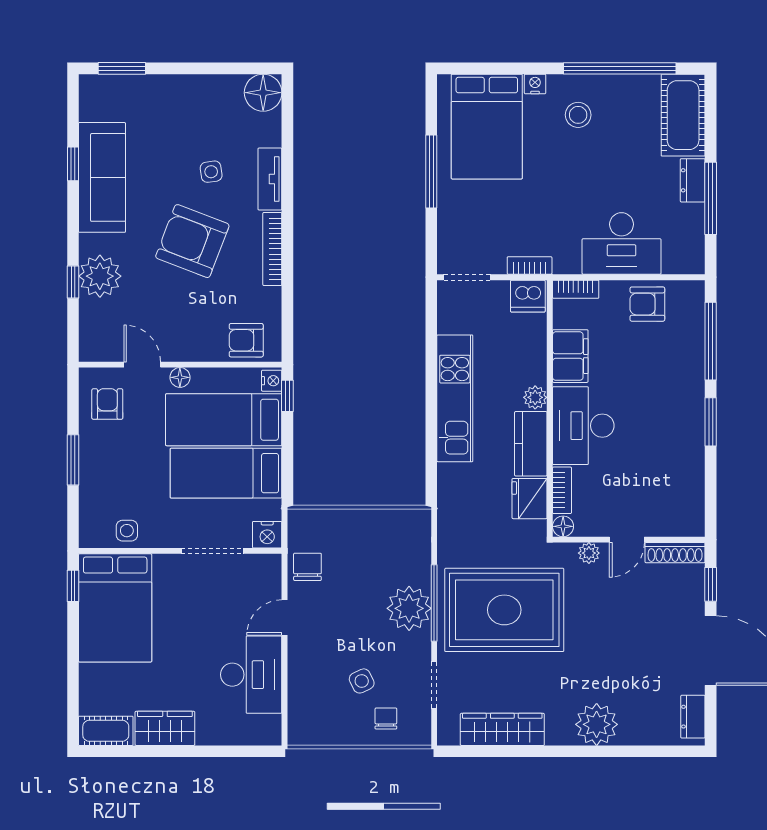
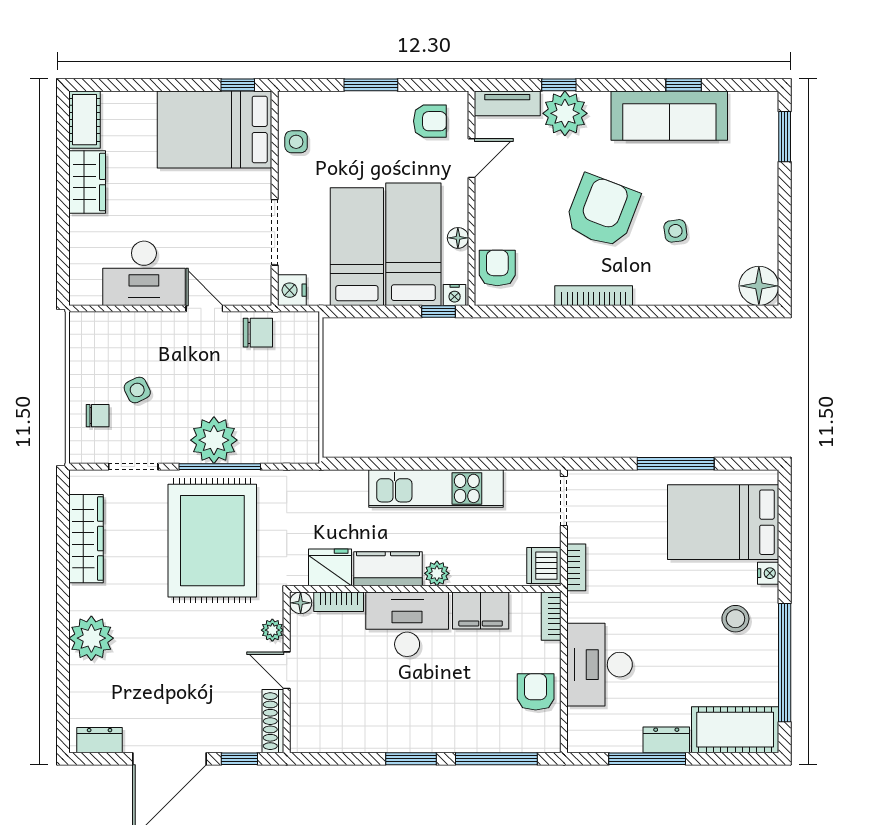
tv unit: (270, 179) -> (507, 103), moved, turned 180
floor lamp: (180, 377) -> (458, 238), moved

